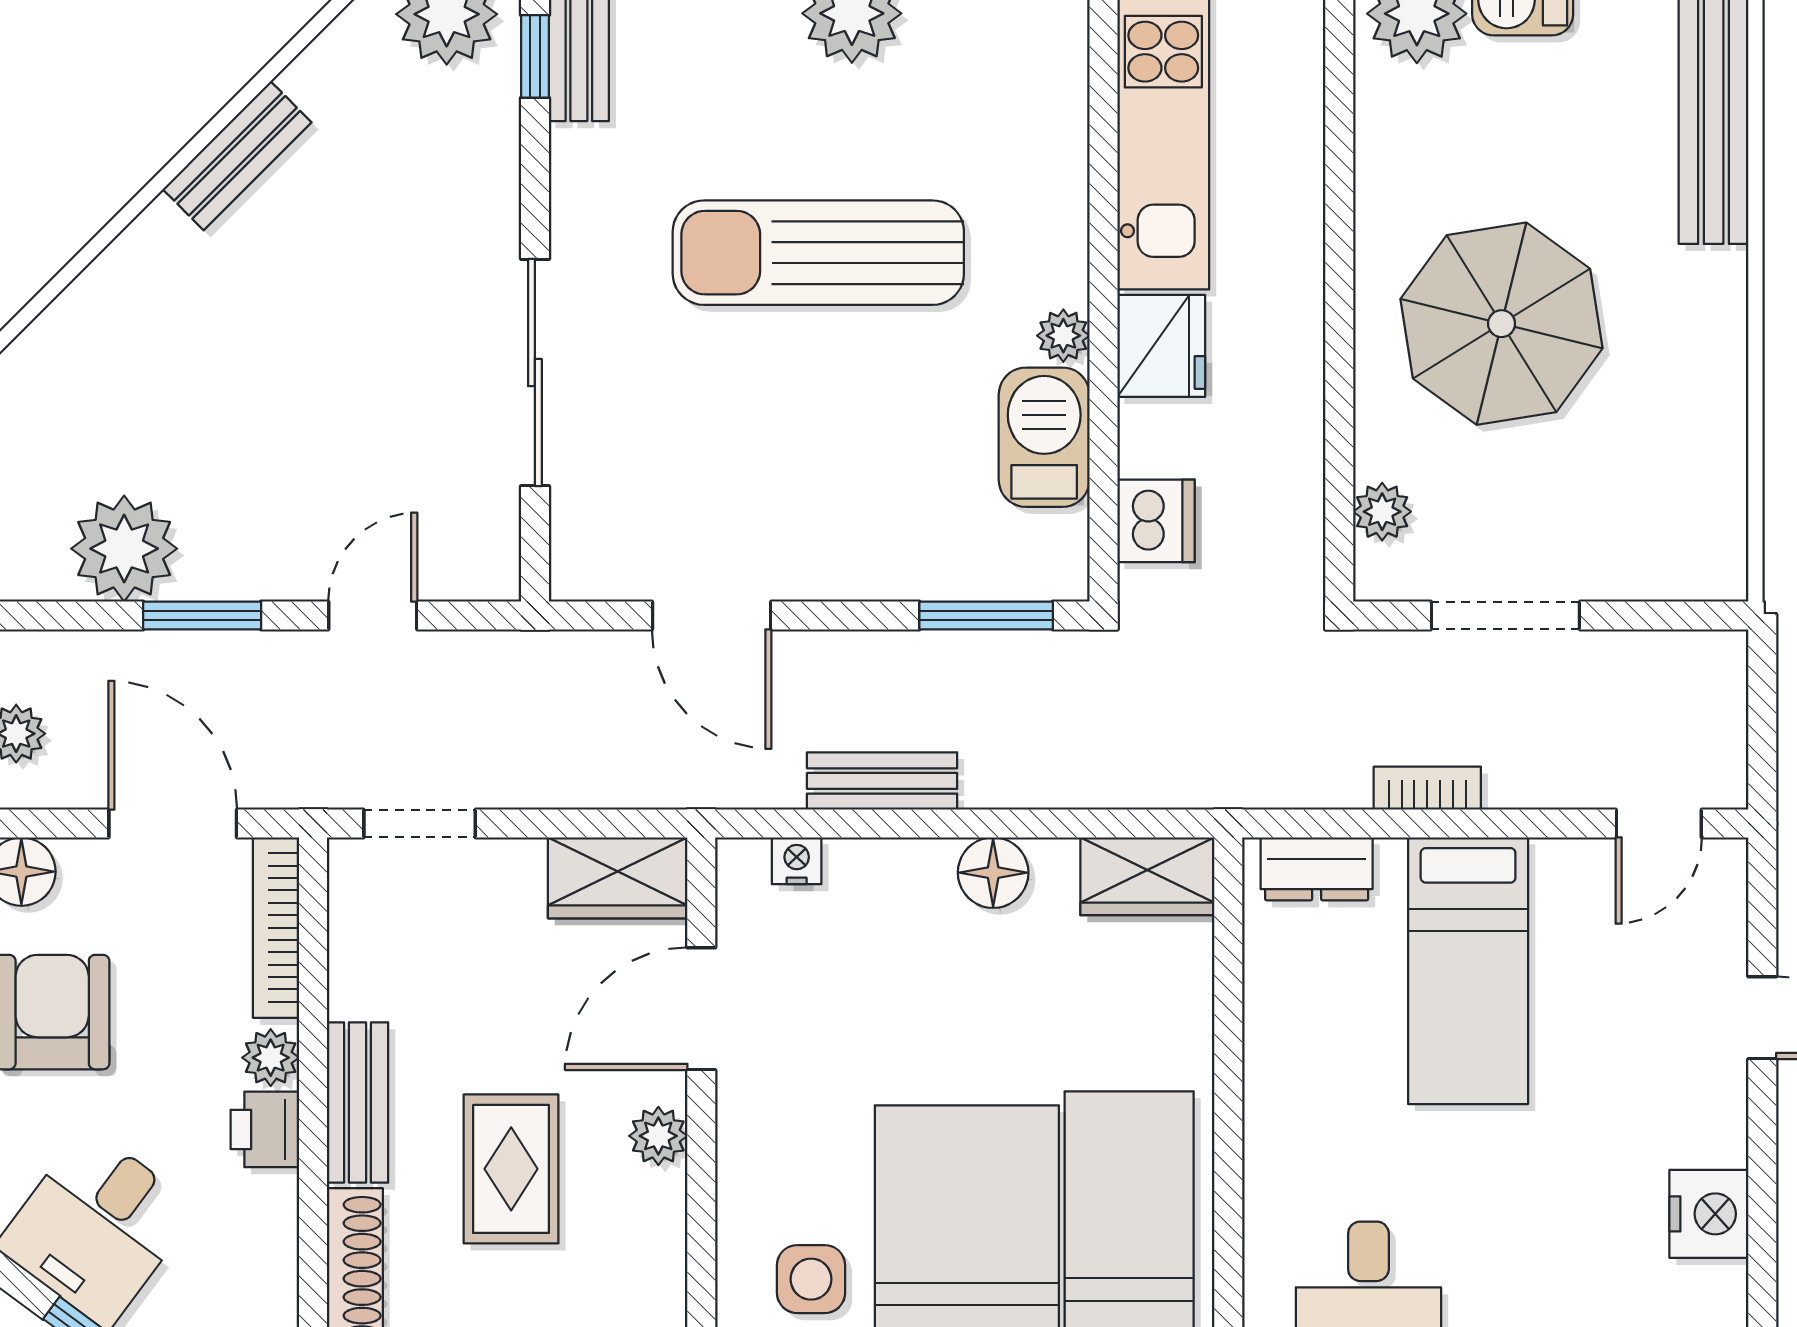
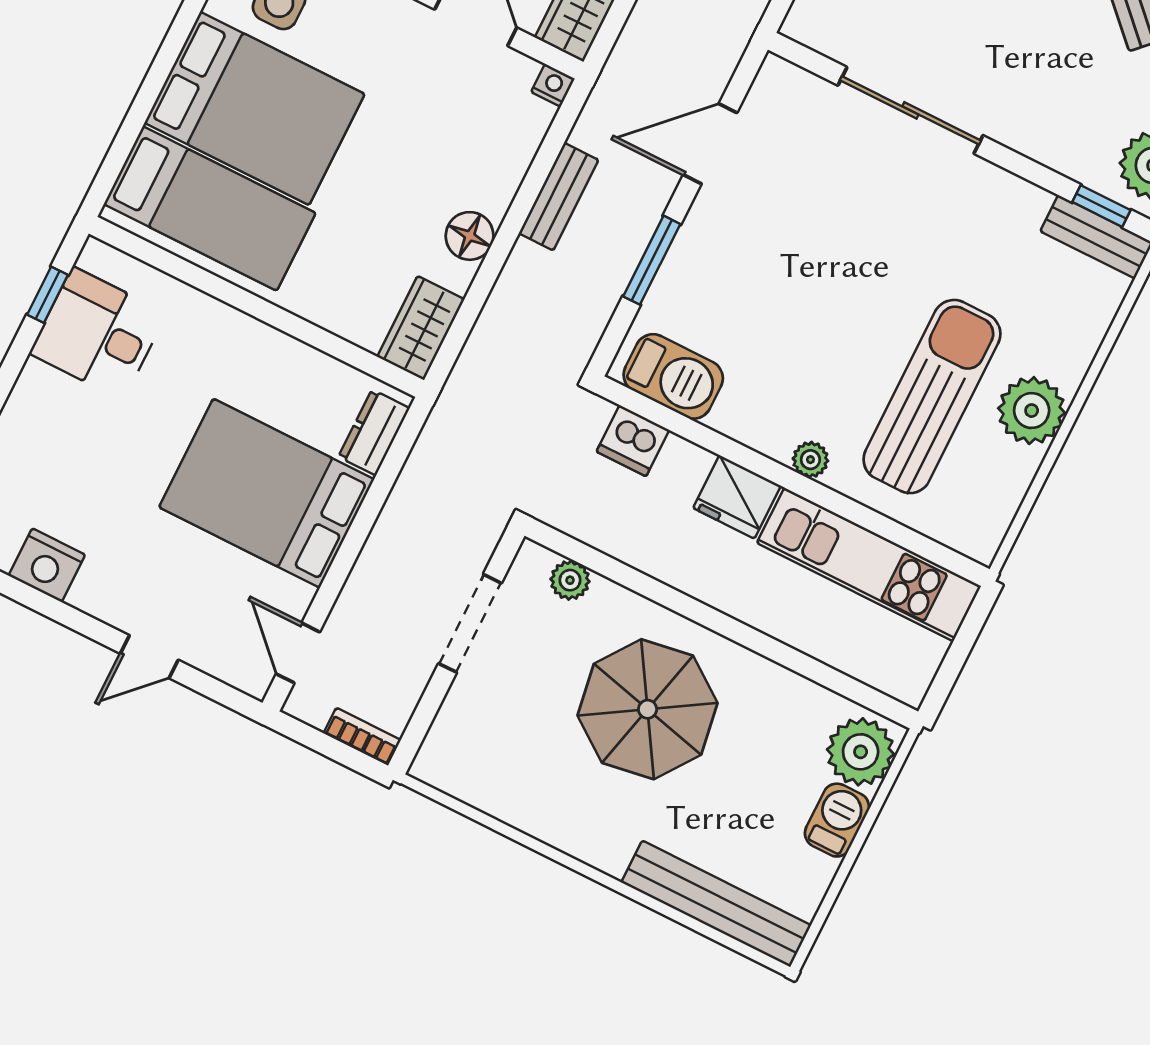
sun lounger: (818, 253) -> (932, 397), moved
plant: (1063, 336) -> (810, 460), moved
barbecue: (1044, 437) -> (673, 376), moved
window: (986, 615) -> (652, 260), moved
bookcase: (1427, 788) -> (362, 737), moved, turned -90
nightstand: (797, 861) -> (553, 85), moved, turned -90
bed: (1468, 971) -> (267, 493), width x1.50

